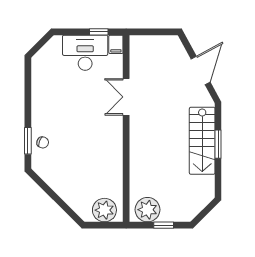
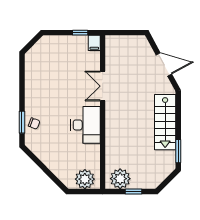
desk: (85, 53) -> (86, 125), moved, turned 90
door: (201, 71) -> (164, 64), hinge flipped
window: (218, 144) -> (178, 151), moved

